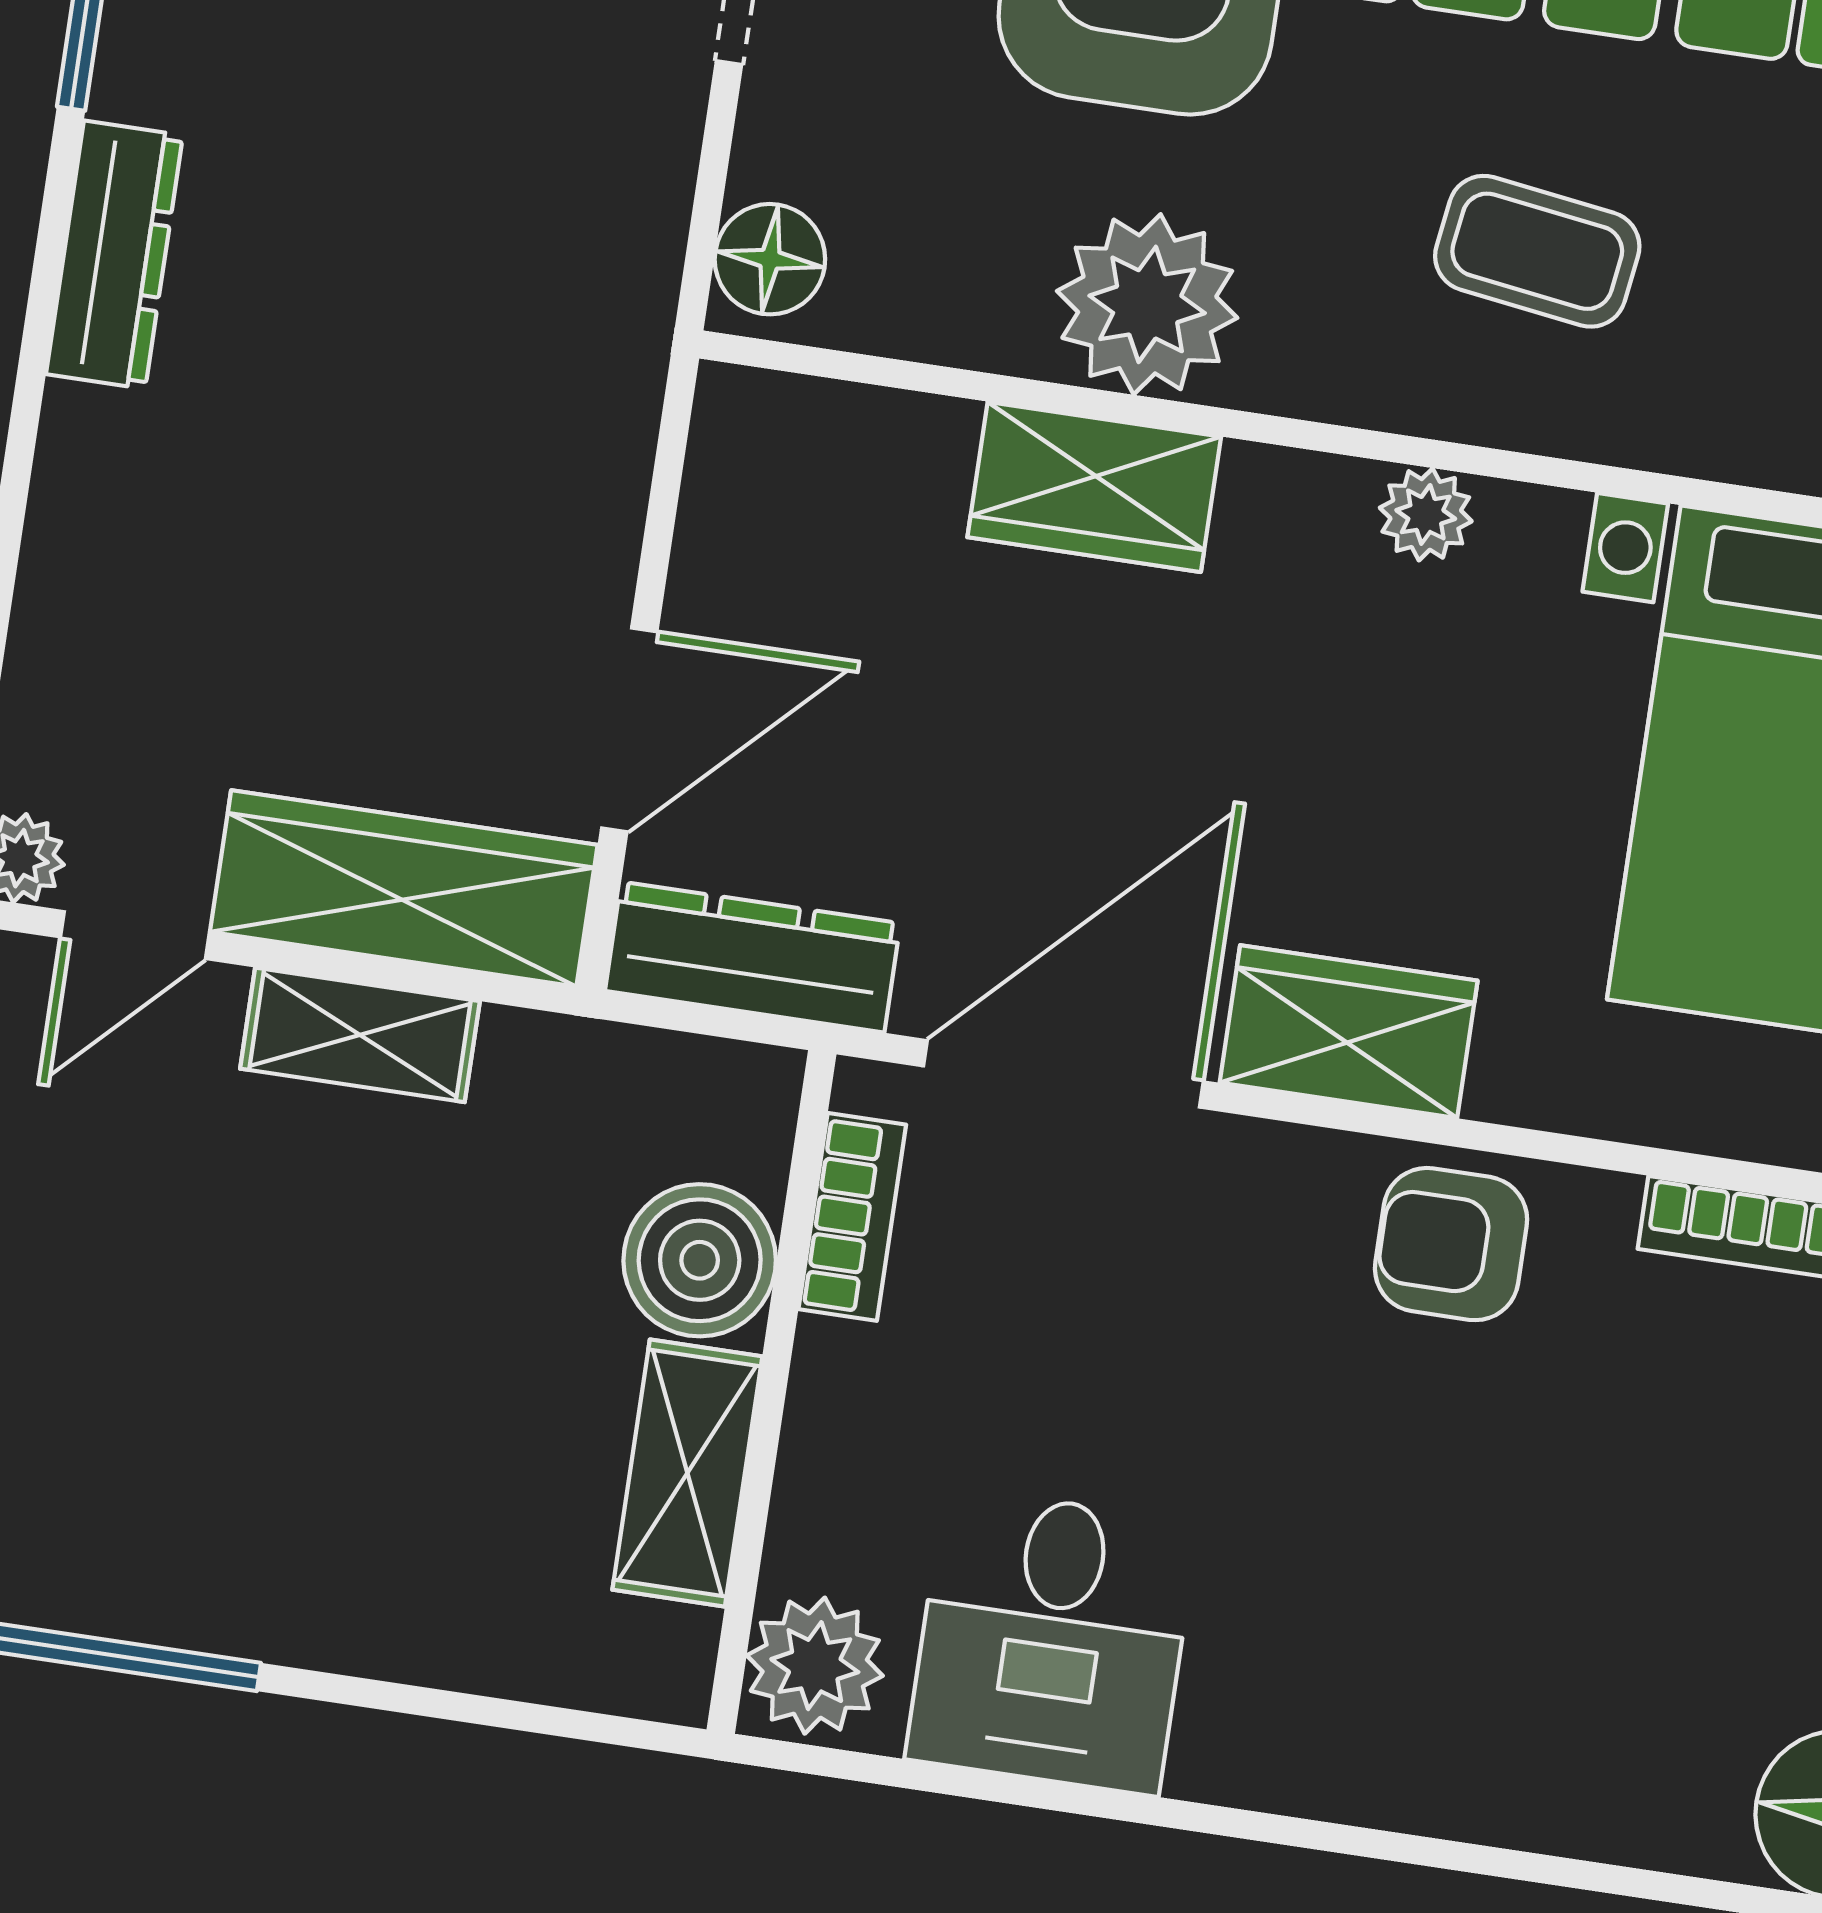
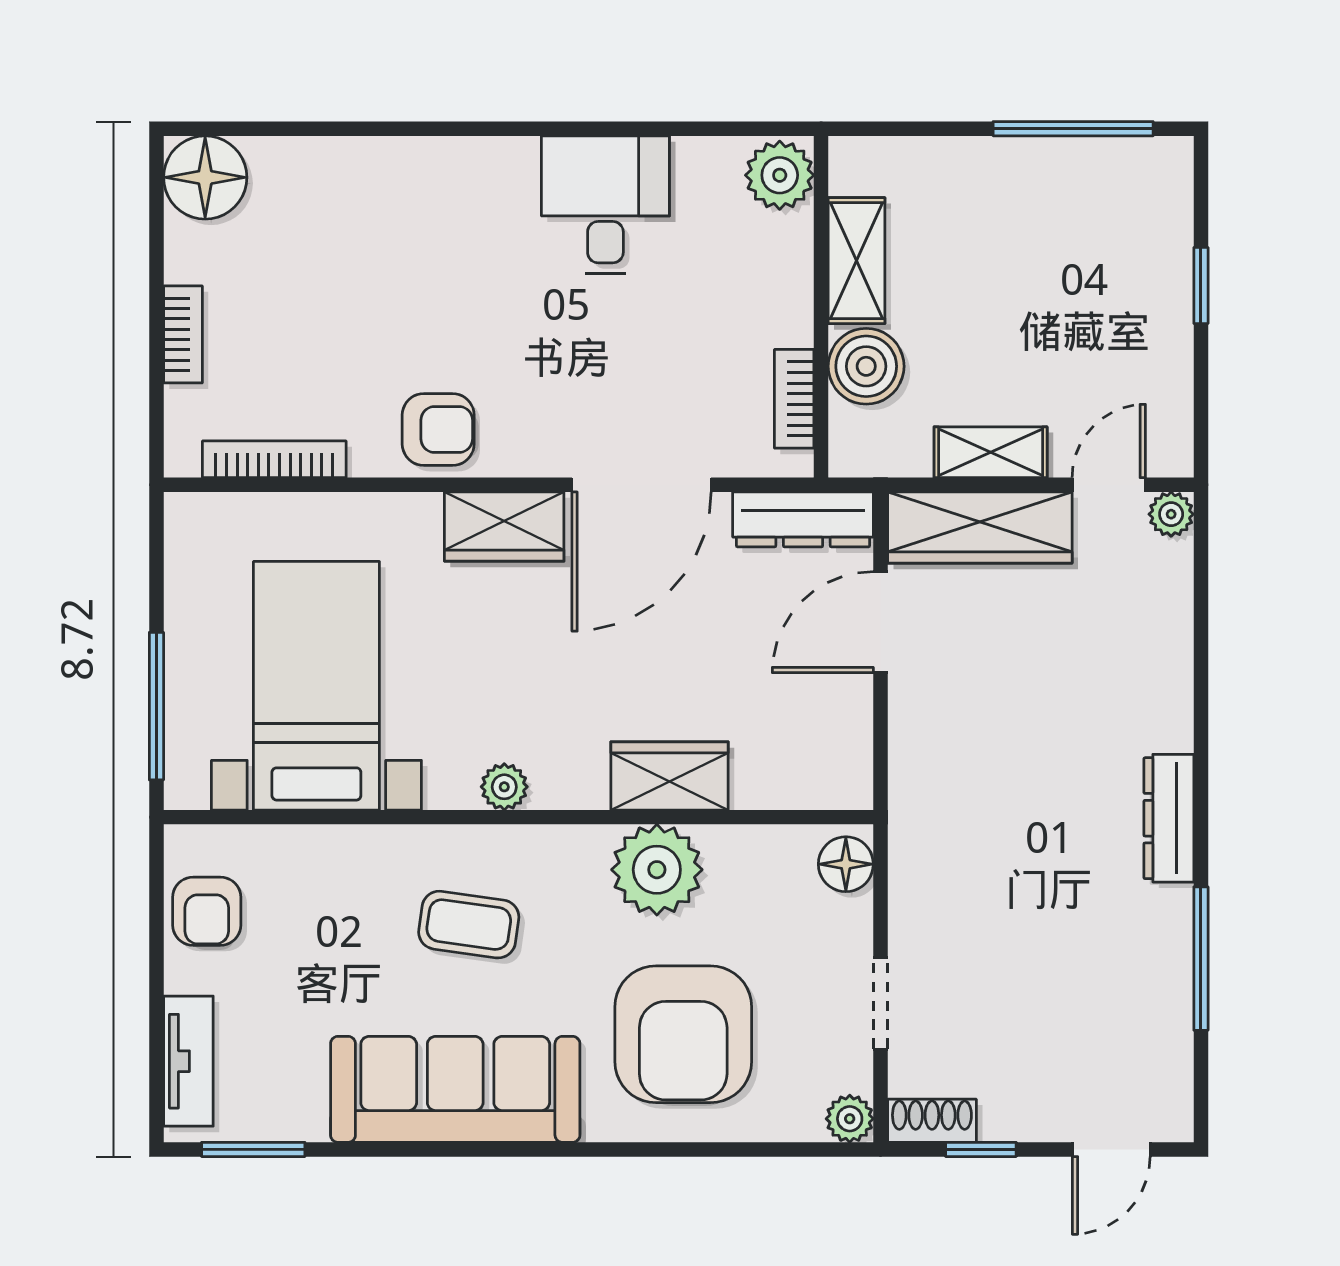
bookcase: (852, 1217) -> (794, 399), moved
boiler: (700, 1260) -> (866, 366), moved
wall: (771, 1392) -> (821, 307), moved
shelving: (687, 1473) -> (857, 261), moved
plant: (815, 1666) -> (780, 175), moved

